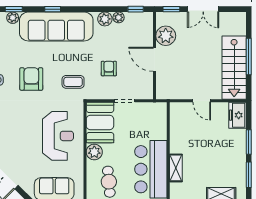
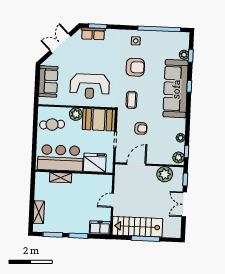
plant: (105, 19) -> (179, 157), moved
door: (155, 59) -> (136, 164), moved
fridge: (155, 125) -> (95, 163), added

